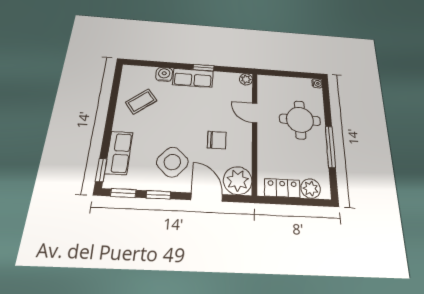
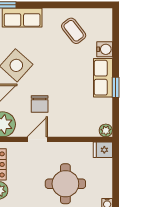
fridge: (265, 83) -> (103, 150), added
door: (255, 113) -> (37, 139), moved

